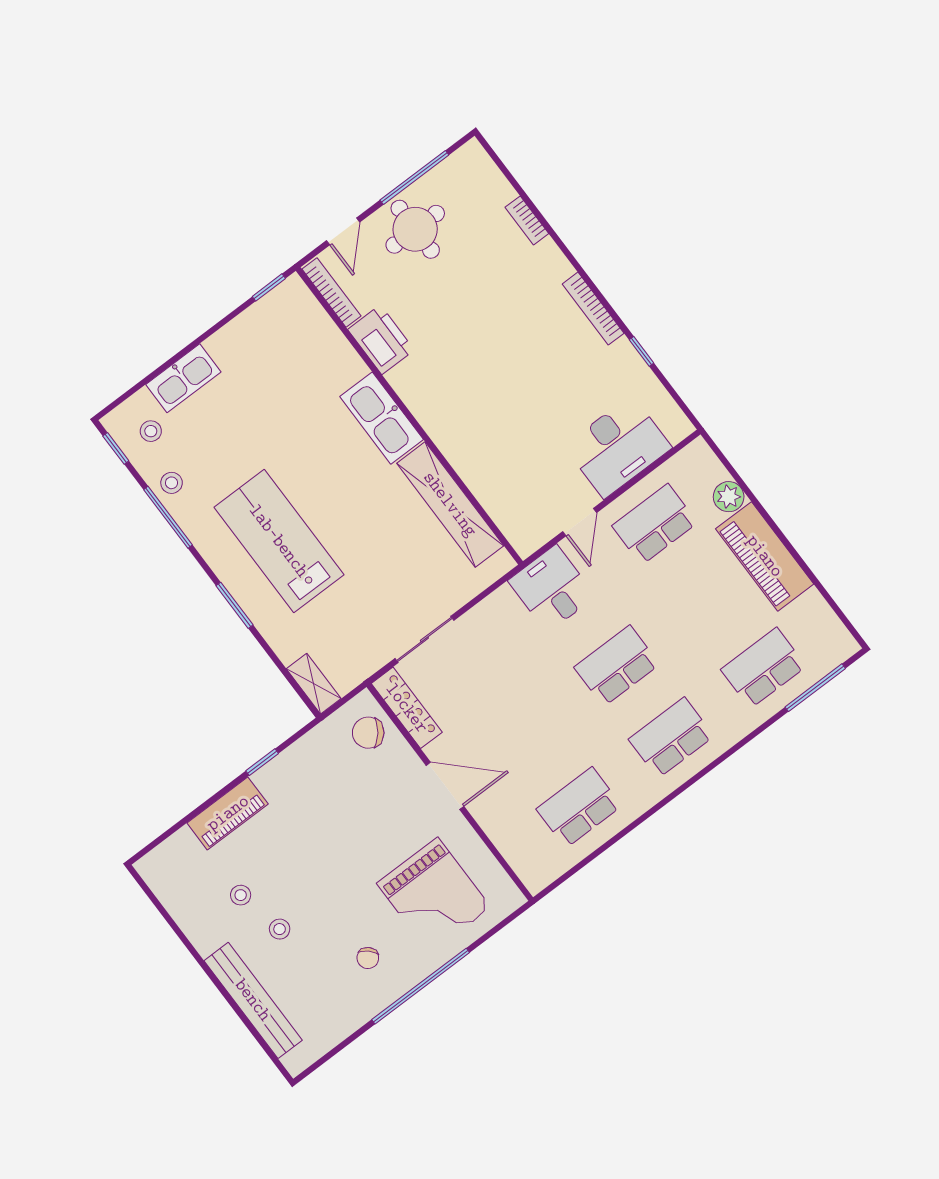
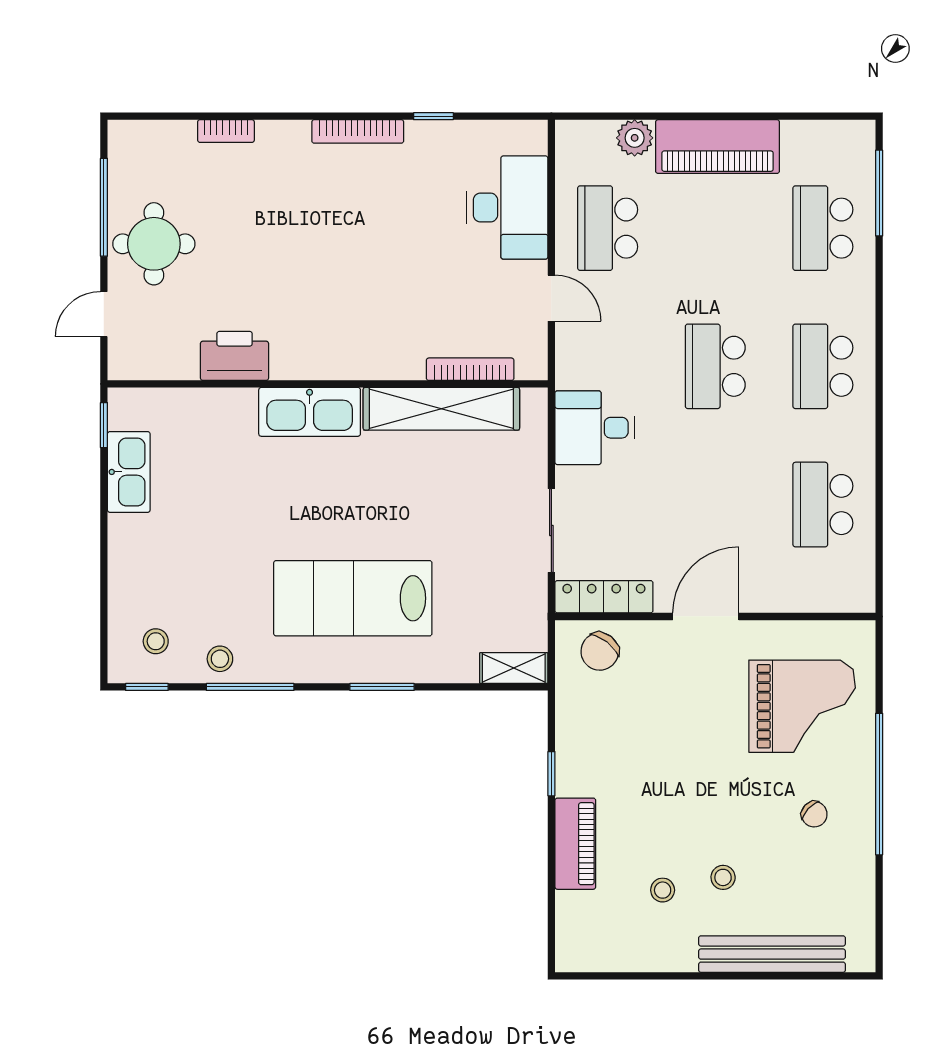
door: (343, 231) -> (104, 314), swing flipped
bookcase: (331, 292) -> (470, 369), moved
kitchen sink: (183, 378) -> (129, 472), moved
desk: (552, 589) -> (595, 428), moved

